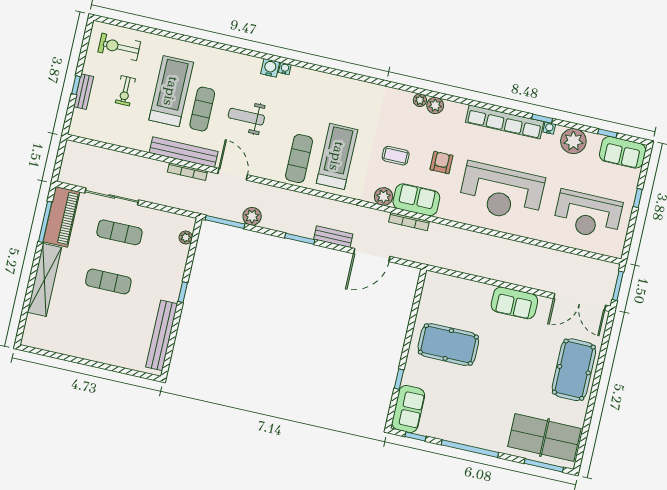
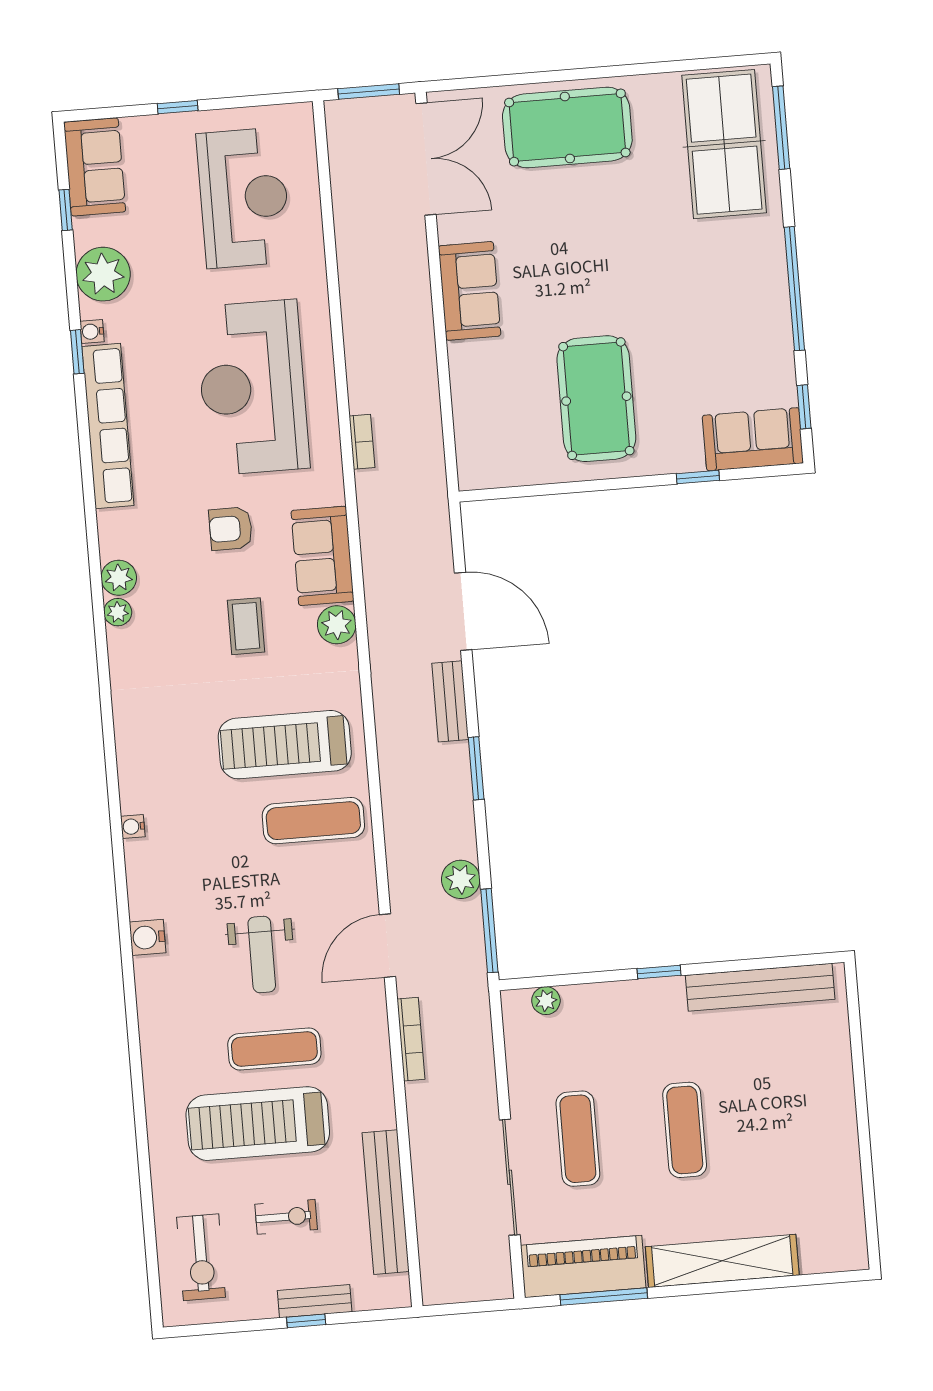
water cooler: (285, 69) -> (133, 827), moved
bench: (184, 152) -> (386, 1202), moved
reception desk: (502, 192) -> (253, 388), turned 180
bookcase: (409, 222) -> (362, 442), moved, width x0.64

